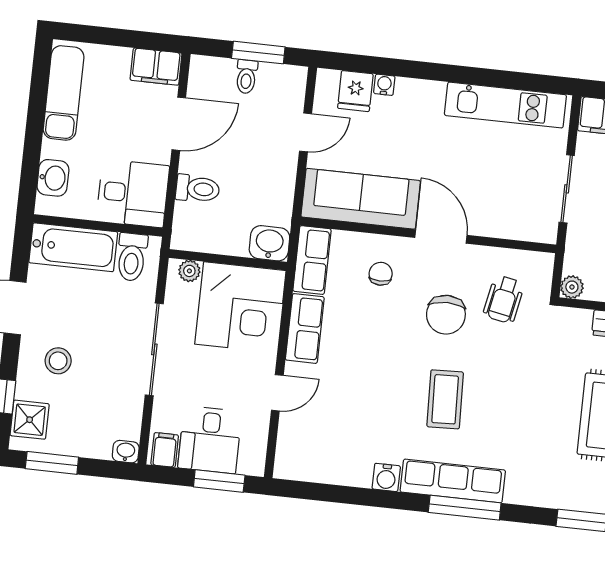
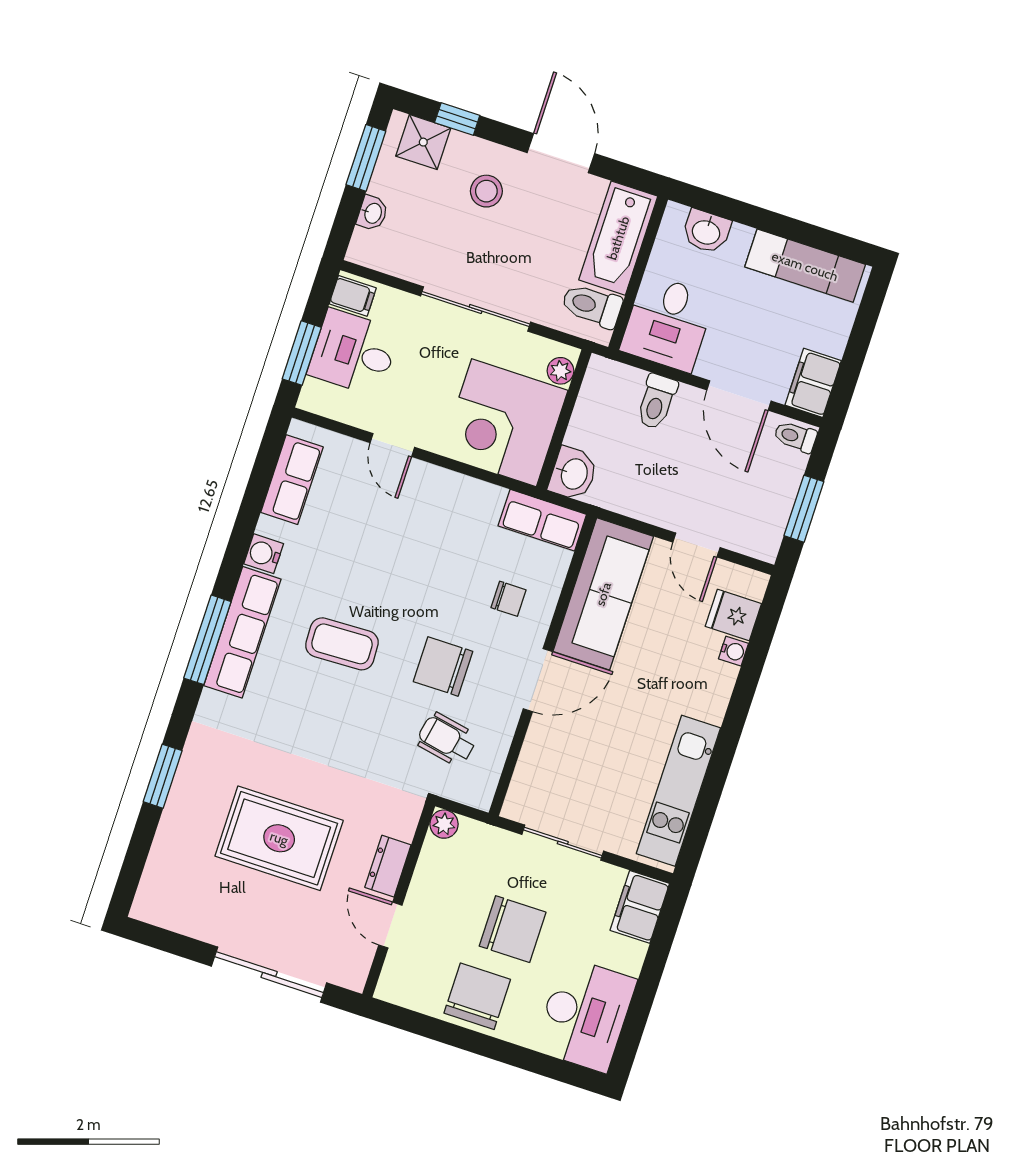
toilet: (246, 77) -> (795, 437), moved
row of seats: (305, 328) -> (292, 480), moved, turned -90
washbasin: (126, 452) -> (372, 213), moved

